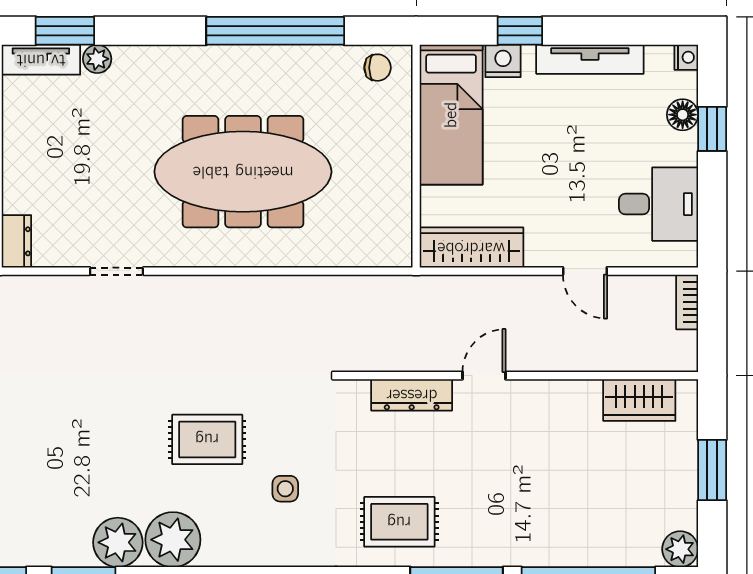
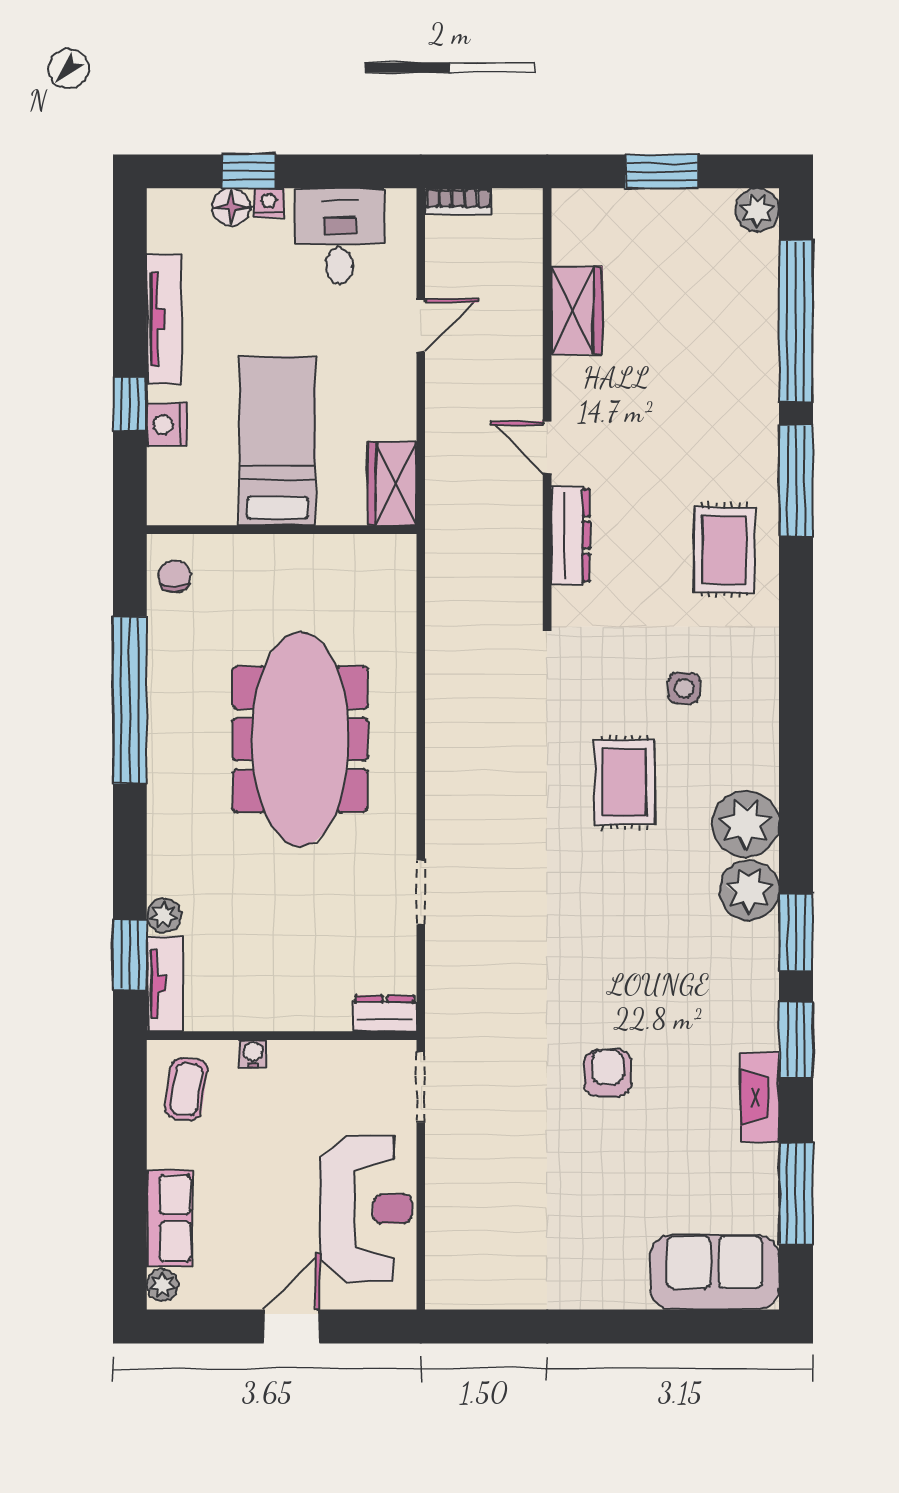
nightstand: (686, 57) -> (269, 203), moved
bed: (451, 115) -> (278, 441), moved, turned -90
wardrobe: (471, 248) -> (392, 484), width x0.67
wardrobe: (639, 400) -> (577, 310), moved

